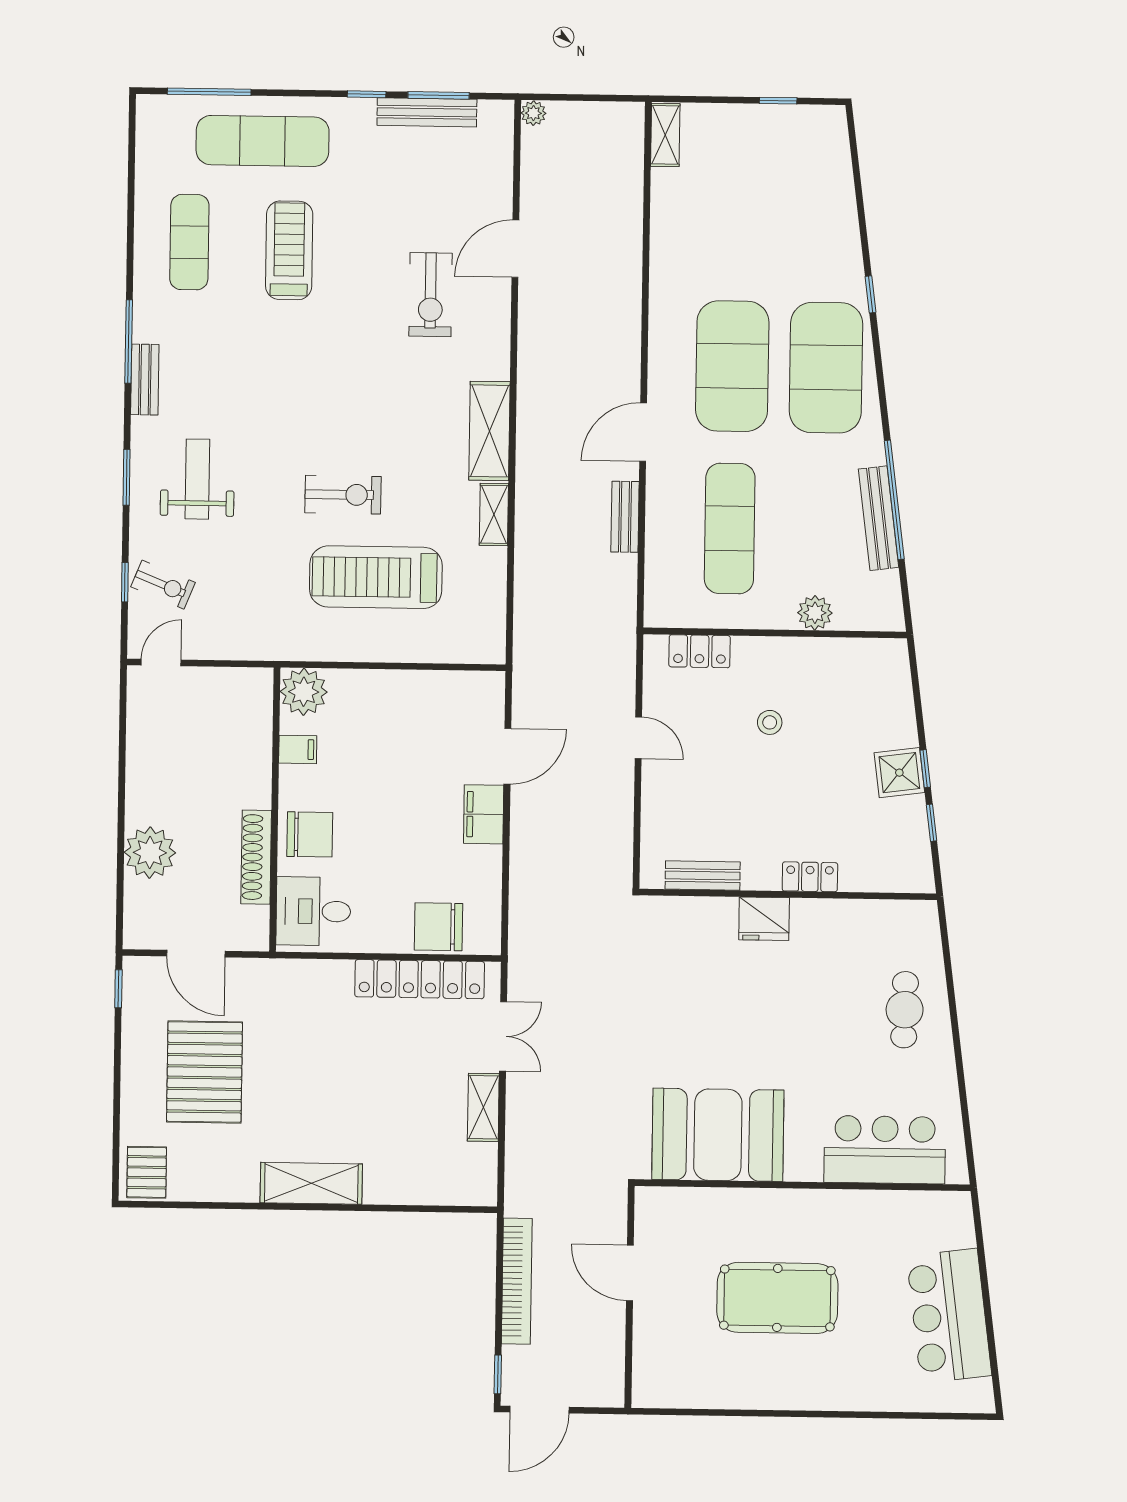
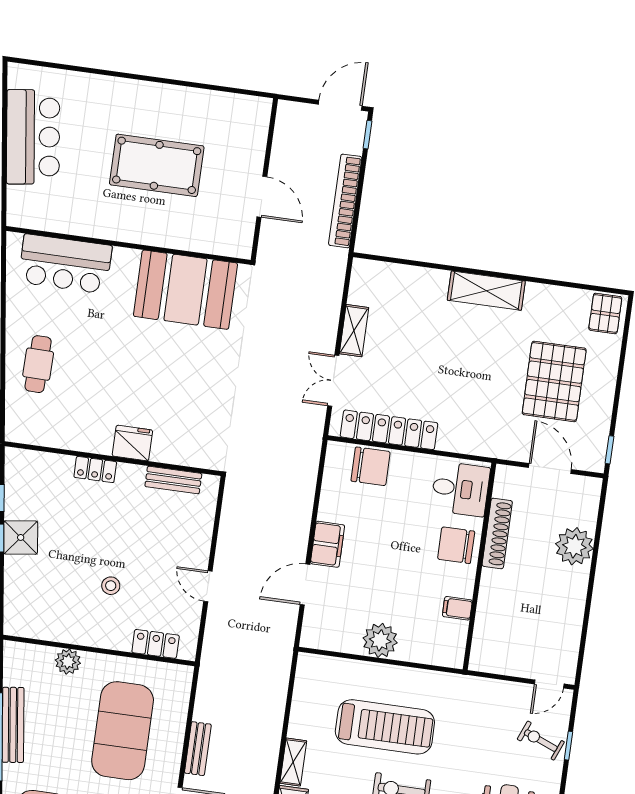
exercise mat: (730, 529) -> (123, 731), width x1.47
plant: (304, 692) -> (380, 640), moved

